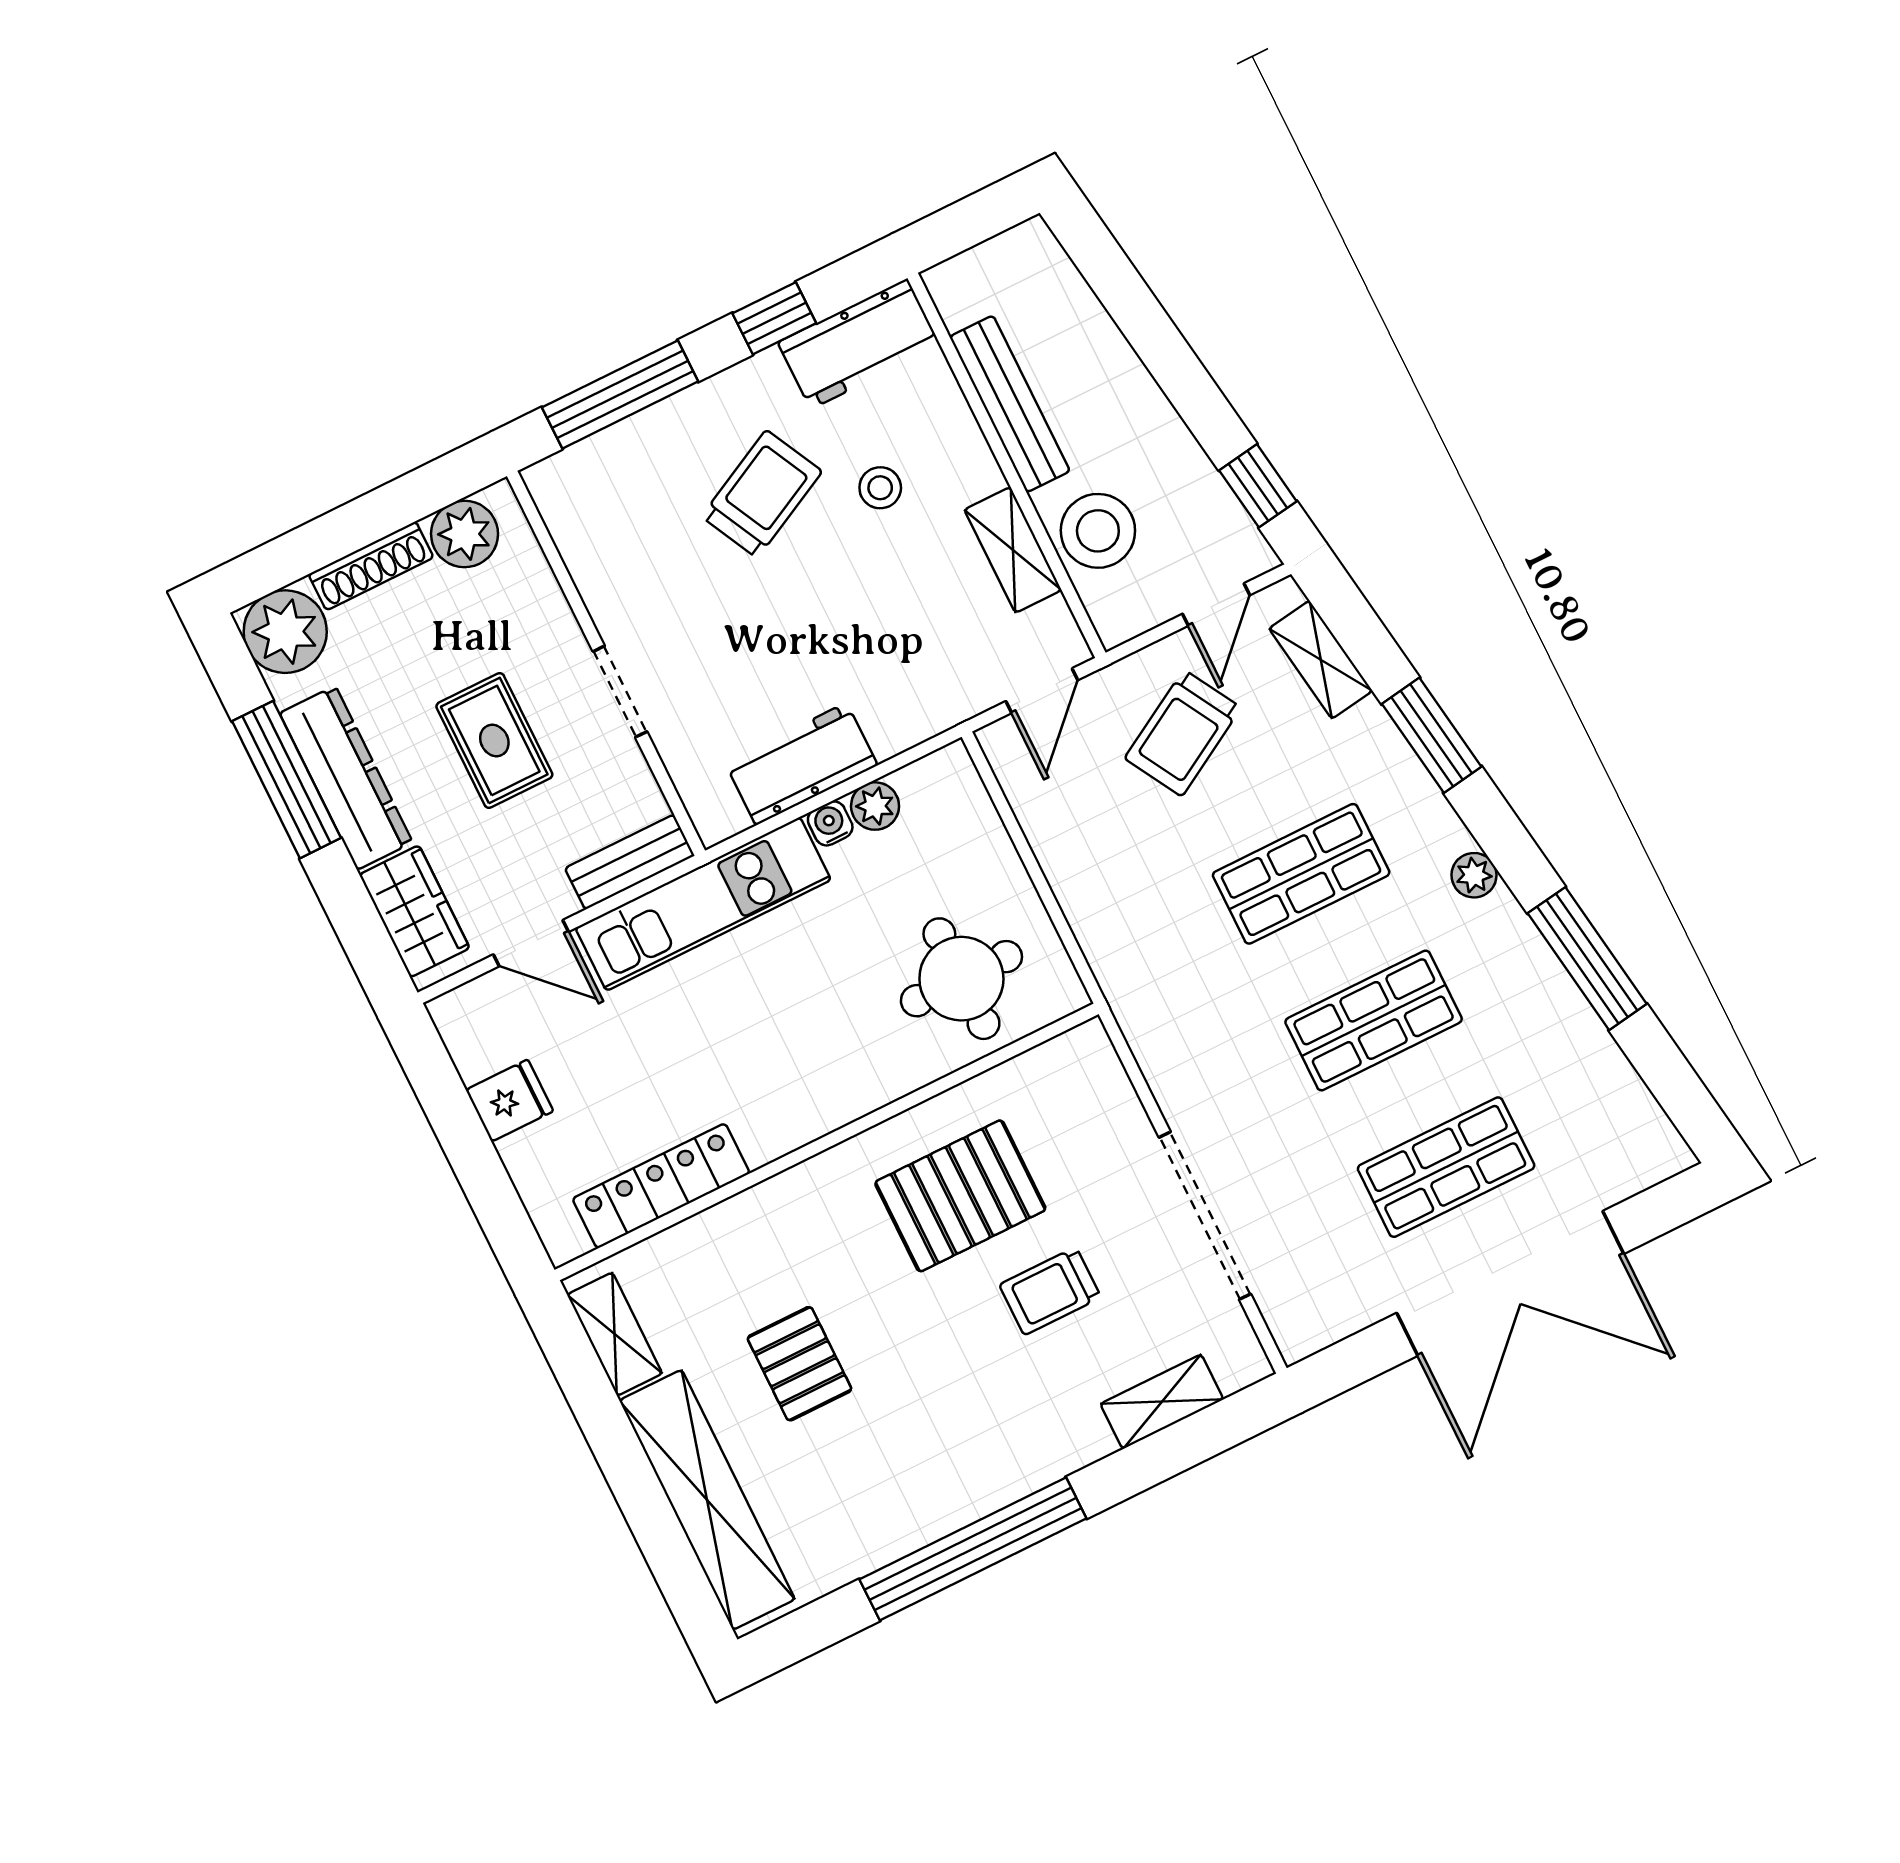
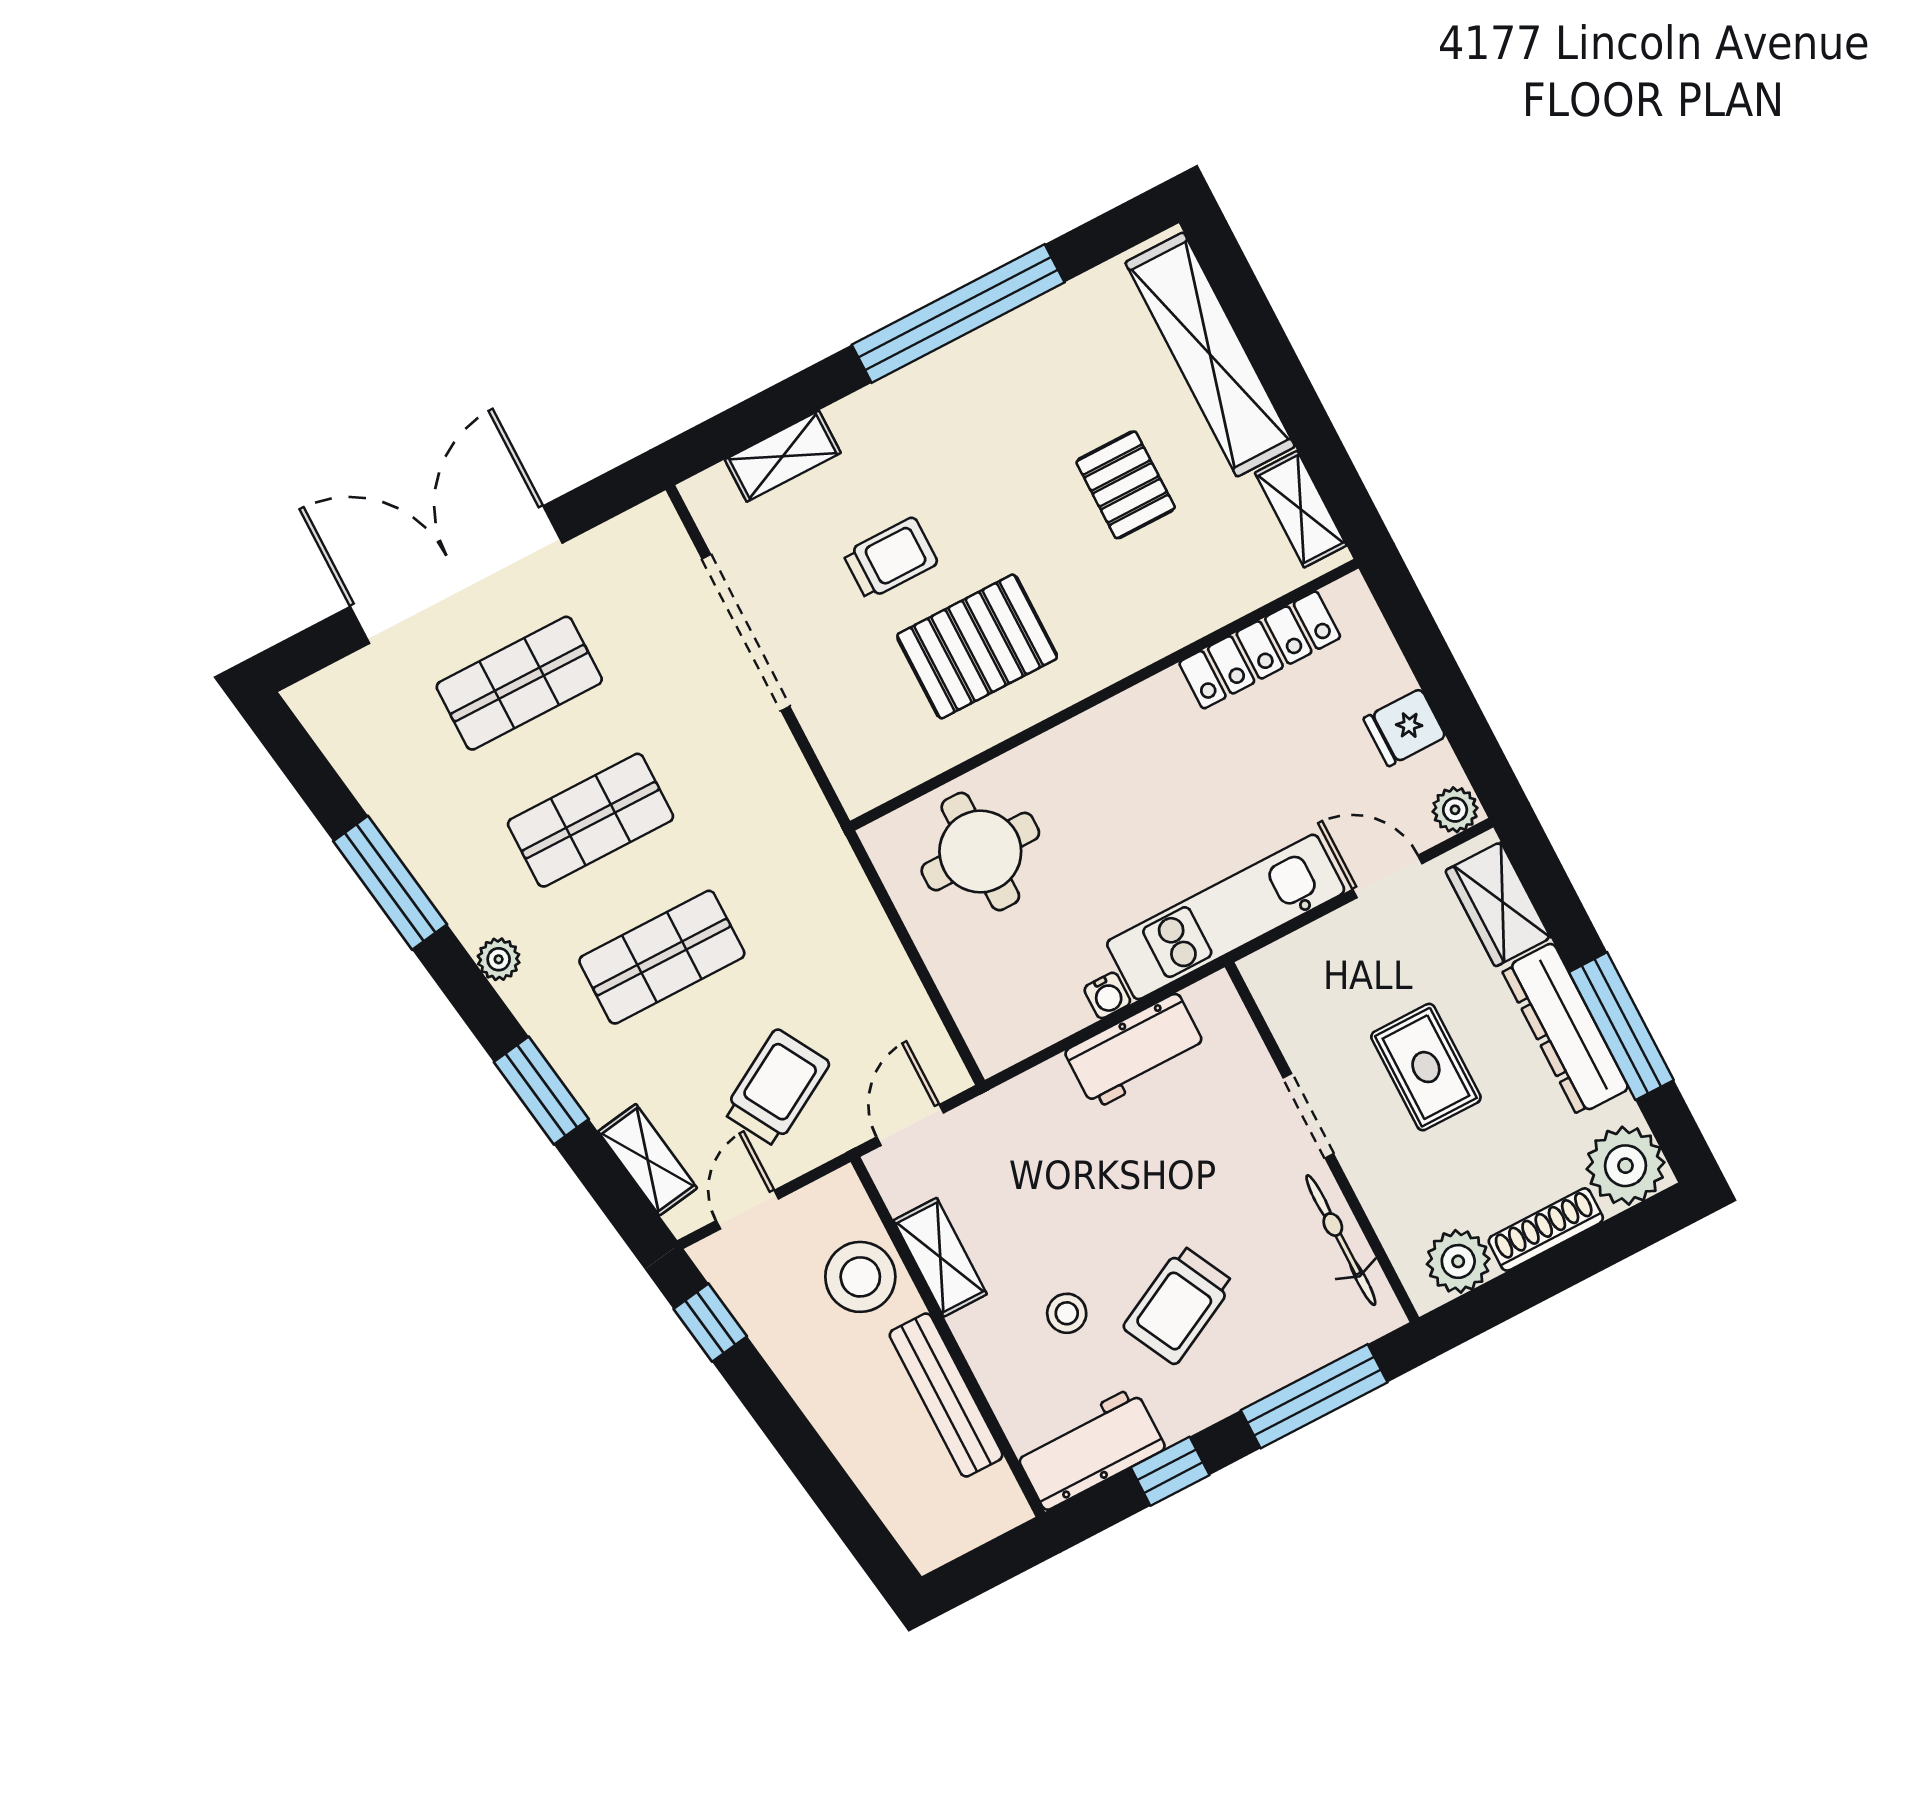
bicycle: (588, 559) -> (1341, 1240), added
plant: (875, 806) -> (1455, 810), moved
bench: (630, 862) -> (1296, 955), removed

